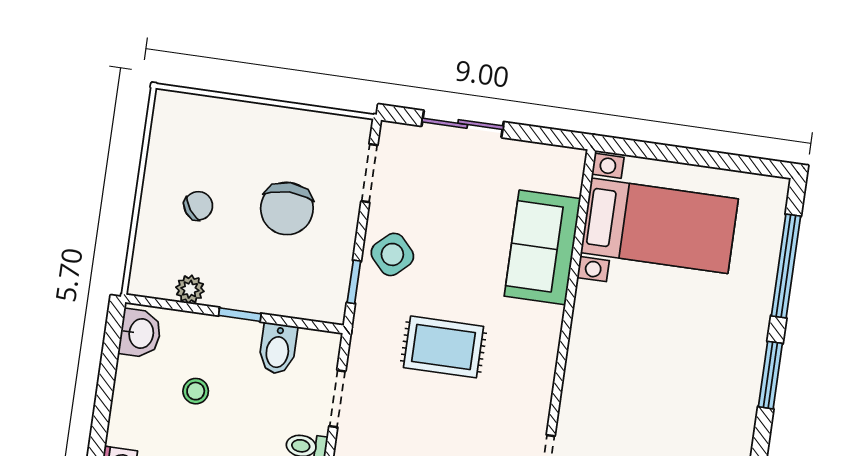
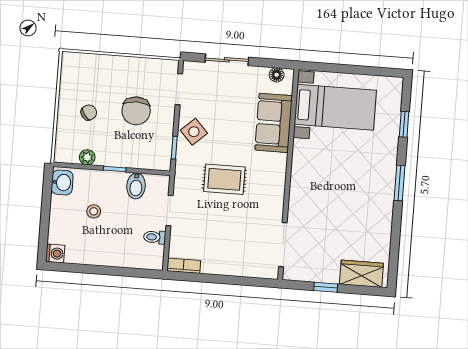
floor lamp: (554, 158) -> (277, 75), added
window: (786, 266) -> (404, 124), width x0.46

